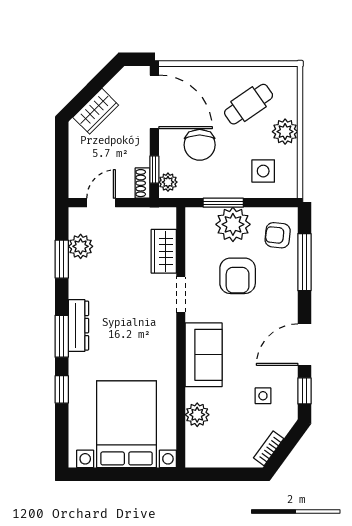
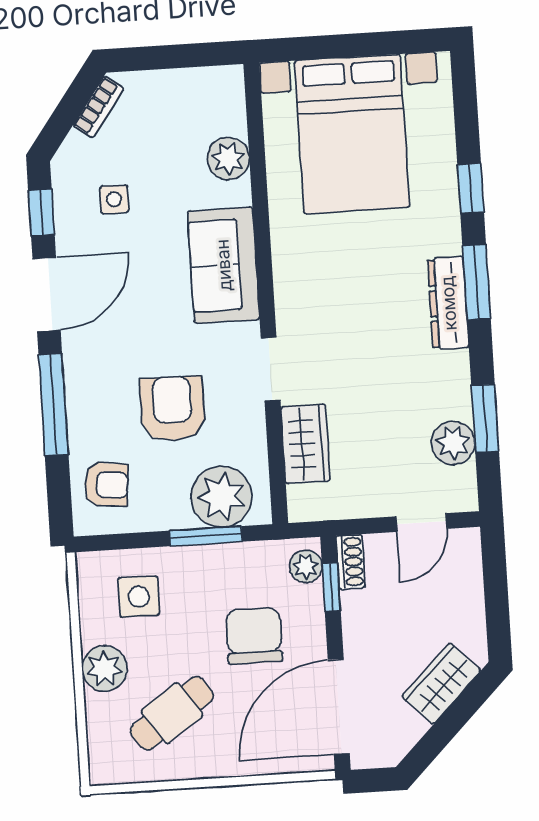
door: (154, 102) -> (339, 707), hinge flipped
plant: (233, 224) -> (222, 497), moved
window: (304, 262) -> (53, 405), moved

